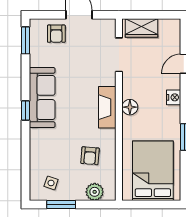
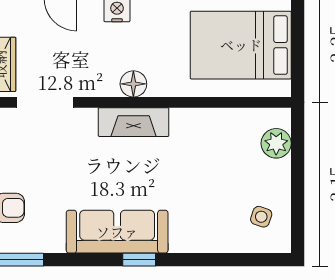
armchair: (90, 156) -> (215, 151), removed
window: (61, 205) -> (298, 200), removed

